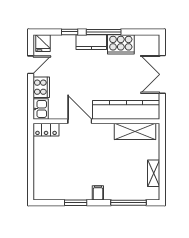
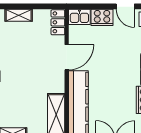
shelving: (39, 168) -> (19, 15), added

